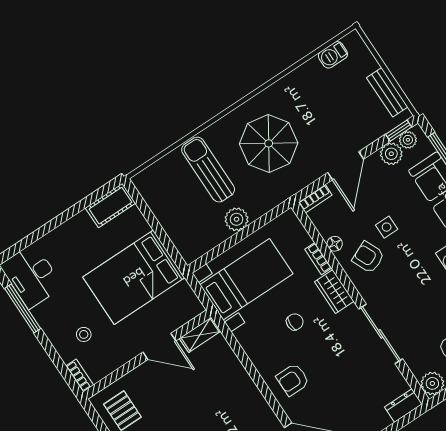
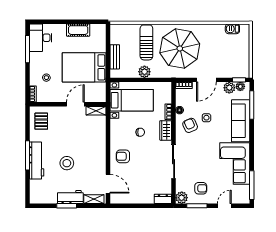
bench: (387, 92) -> (115, 57), moved
parasol: (269, 143) -> (180, 48), width x1.36, depth x1.36
cot: (110, 206) -> (78, 30), moved
door: (159, 346) -> (75, 104), swing flipped

